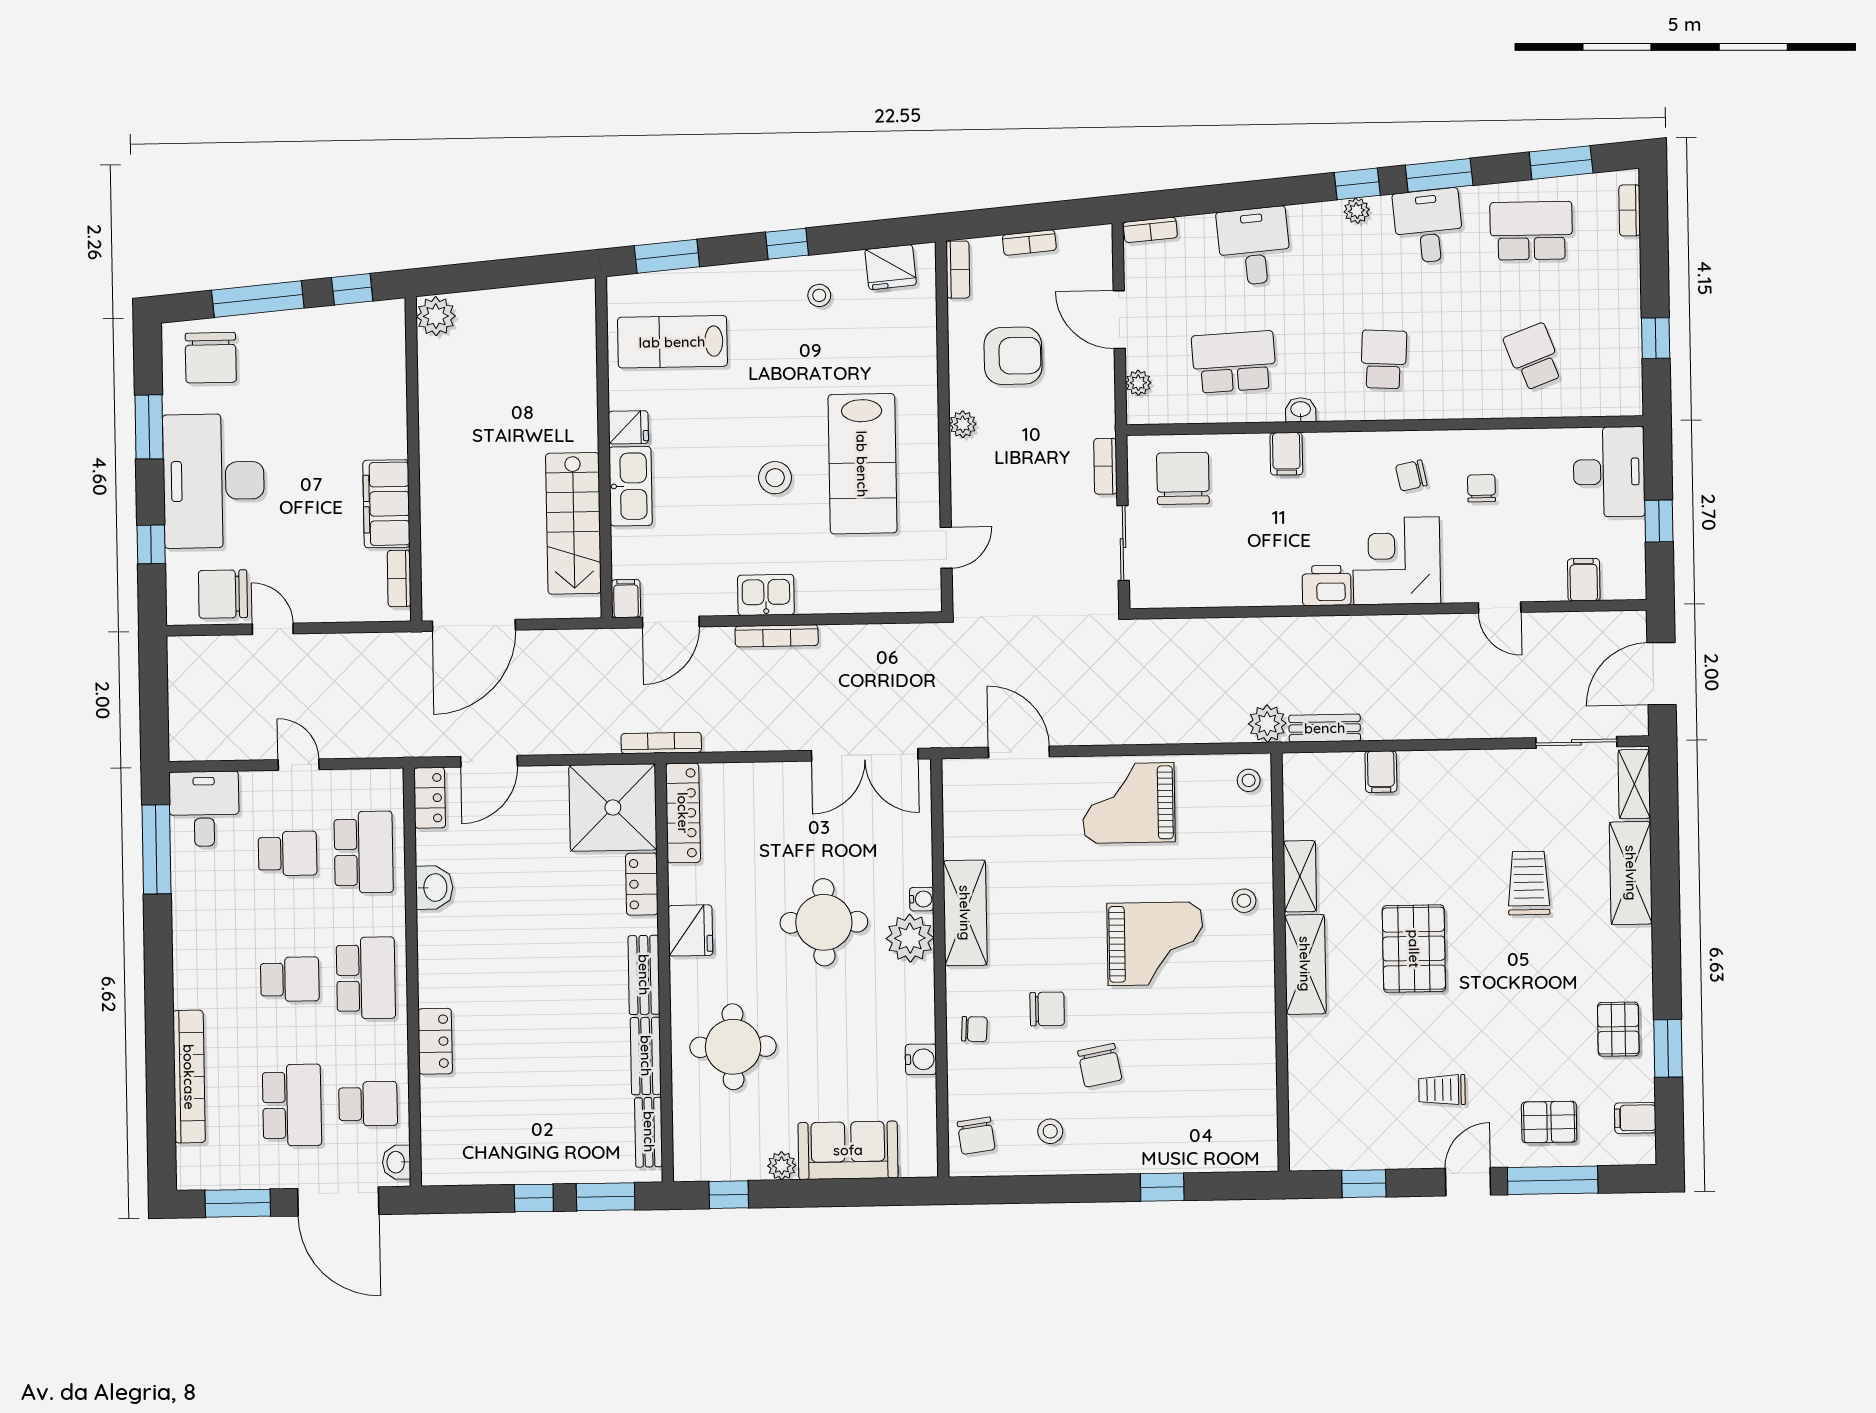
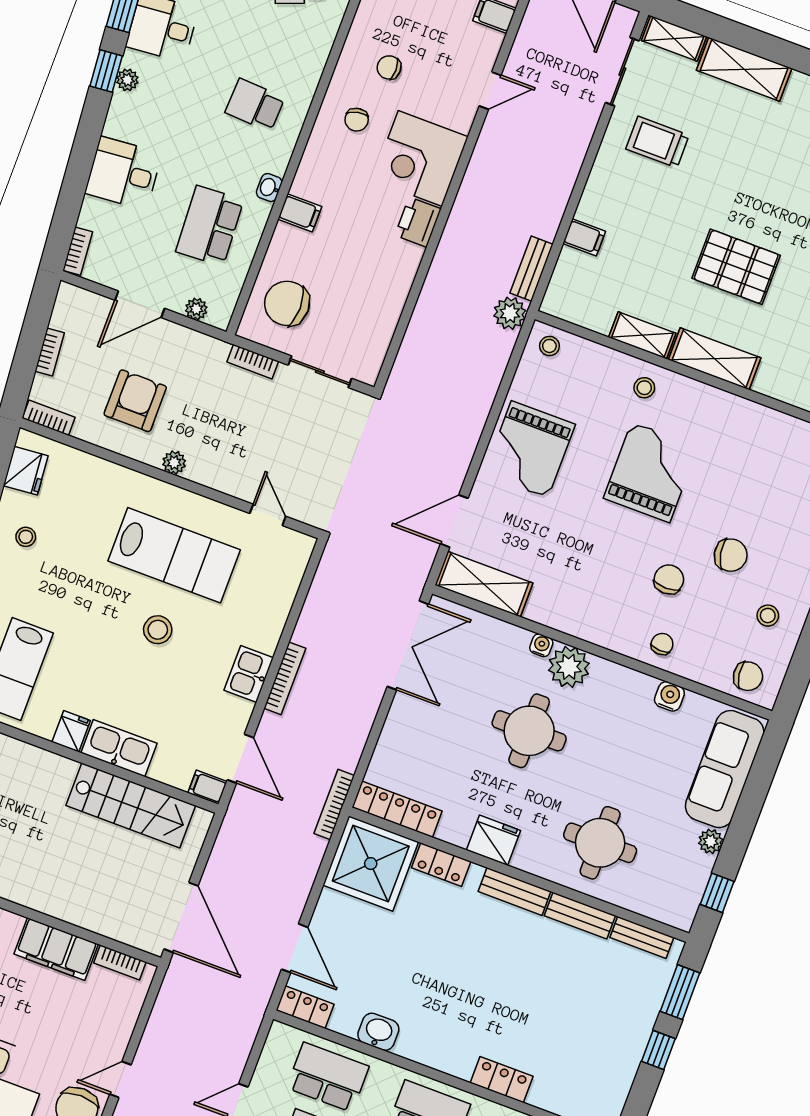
trolley: (1529, 883) -> (657, 142), moved
shelving: (965, 913) -> (484, 584), moved
sofa: (848, 1150) -> (725, 769), width x1.36

